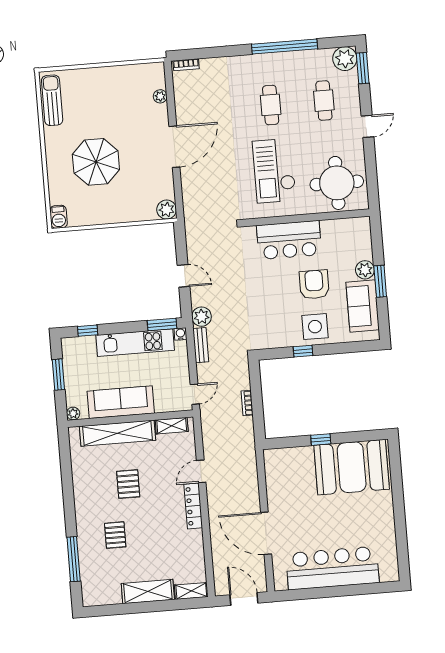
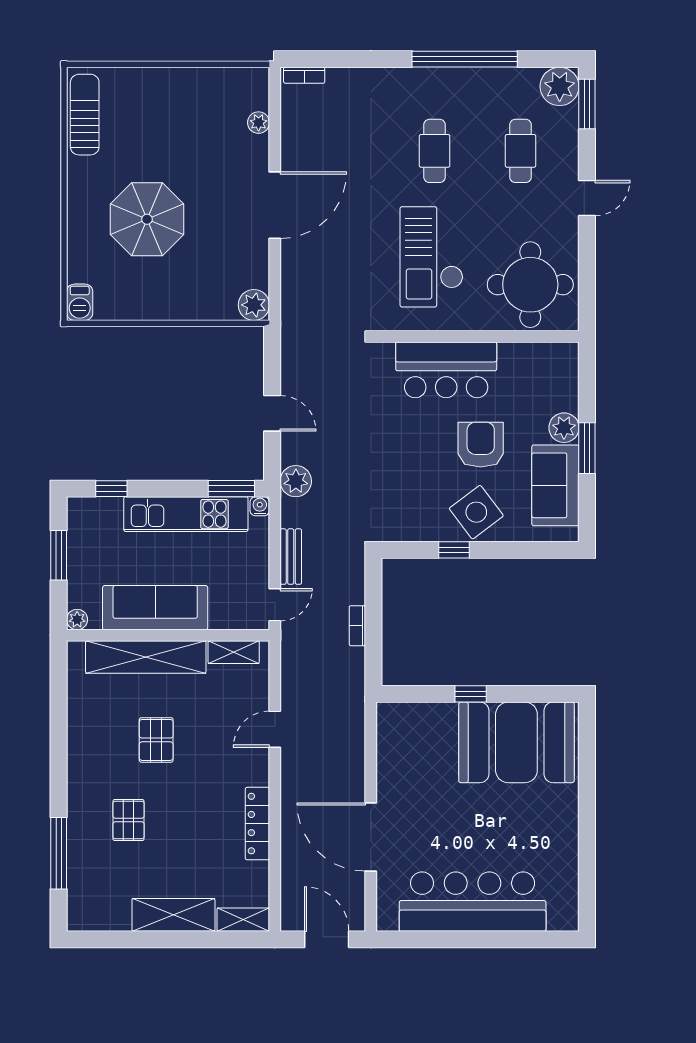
side table: (315, 327) -> (476, 512), turned -37
bench: (201, 345) -> (291, 557), moved
locker: (193, 506) -> (257, 824), moved

